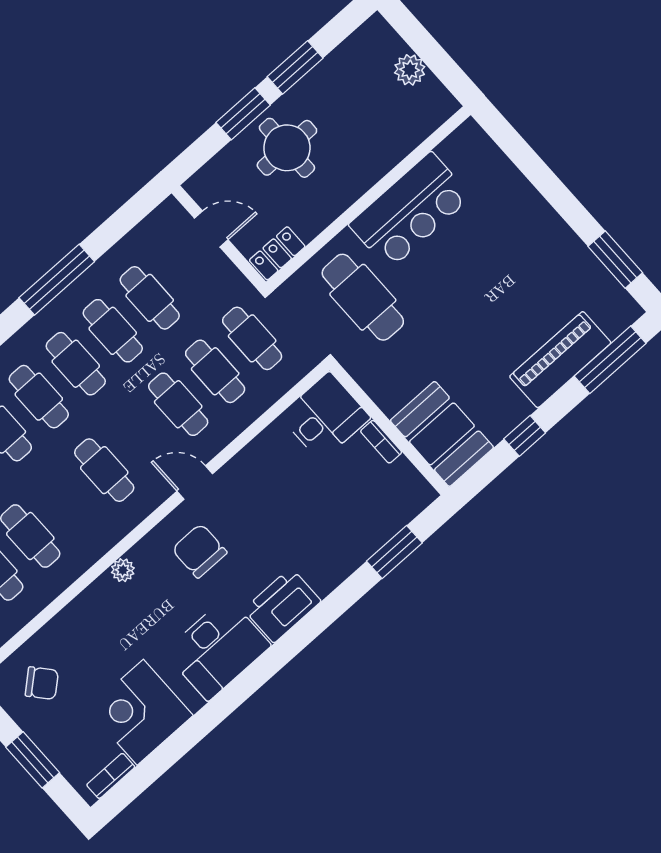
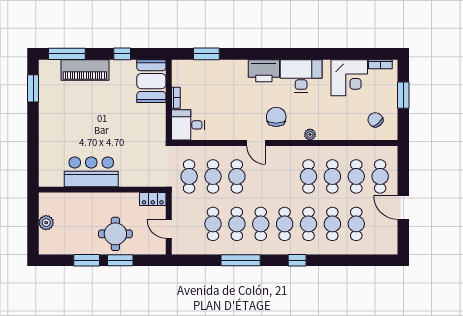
cafe table: (363, 297) -> (136, 156), removed
cafe table: (104, 470) -> (308, 176), moved
chair: (199, 551) -> (276, 117), turned 180

